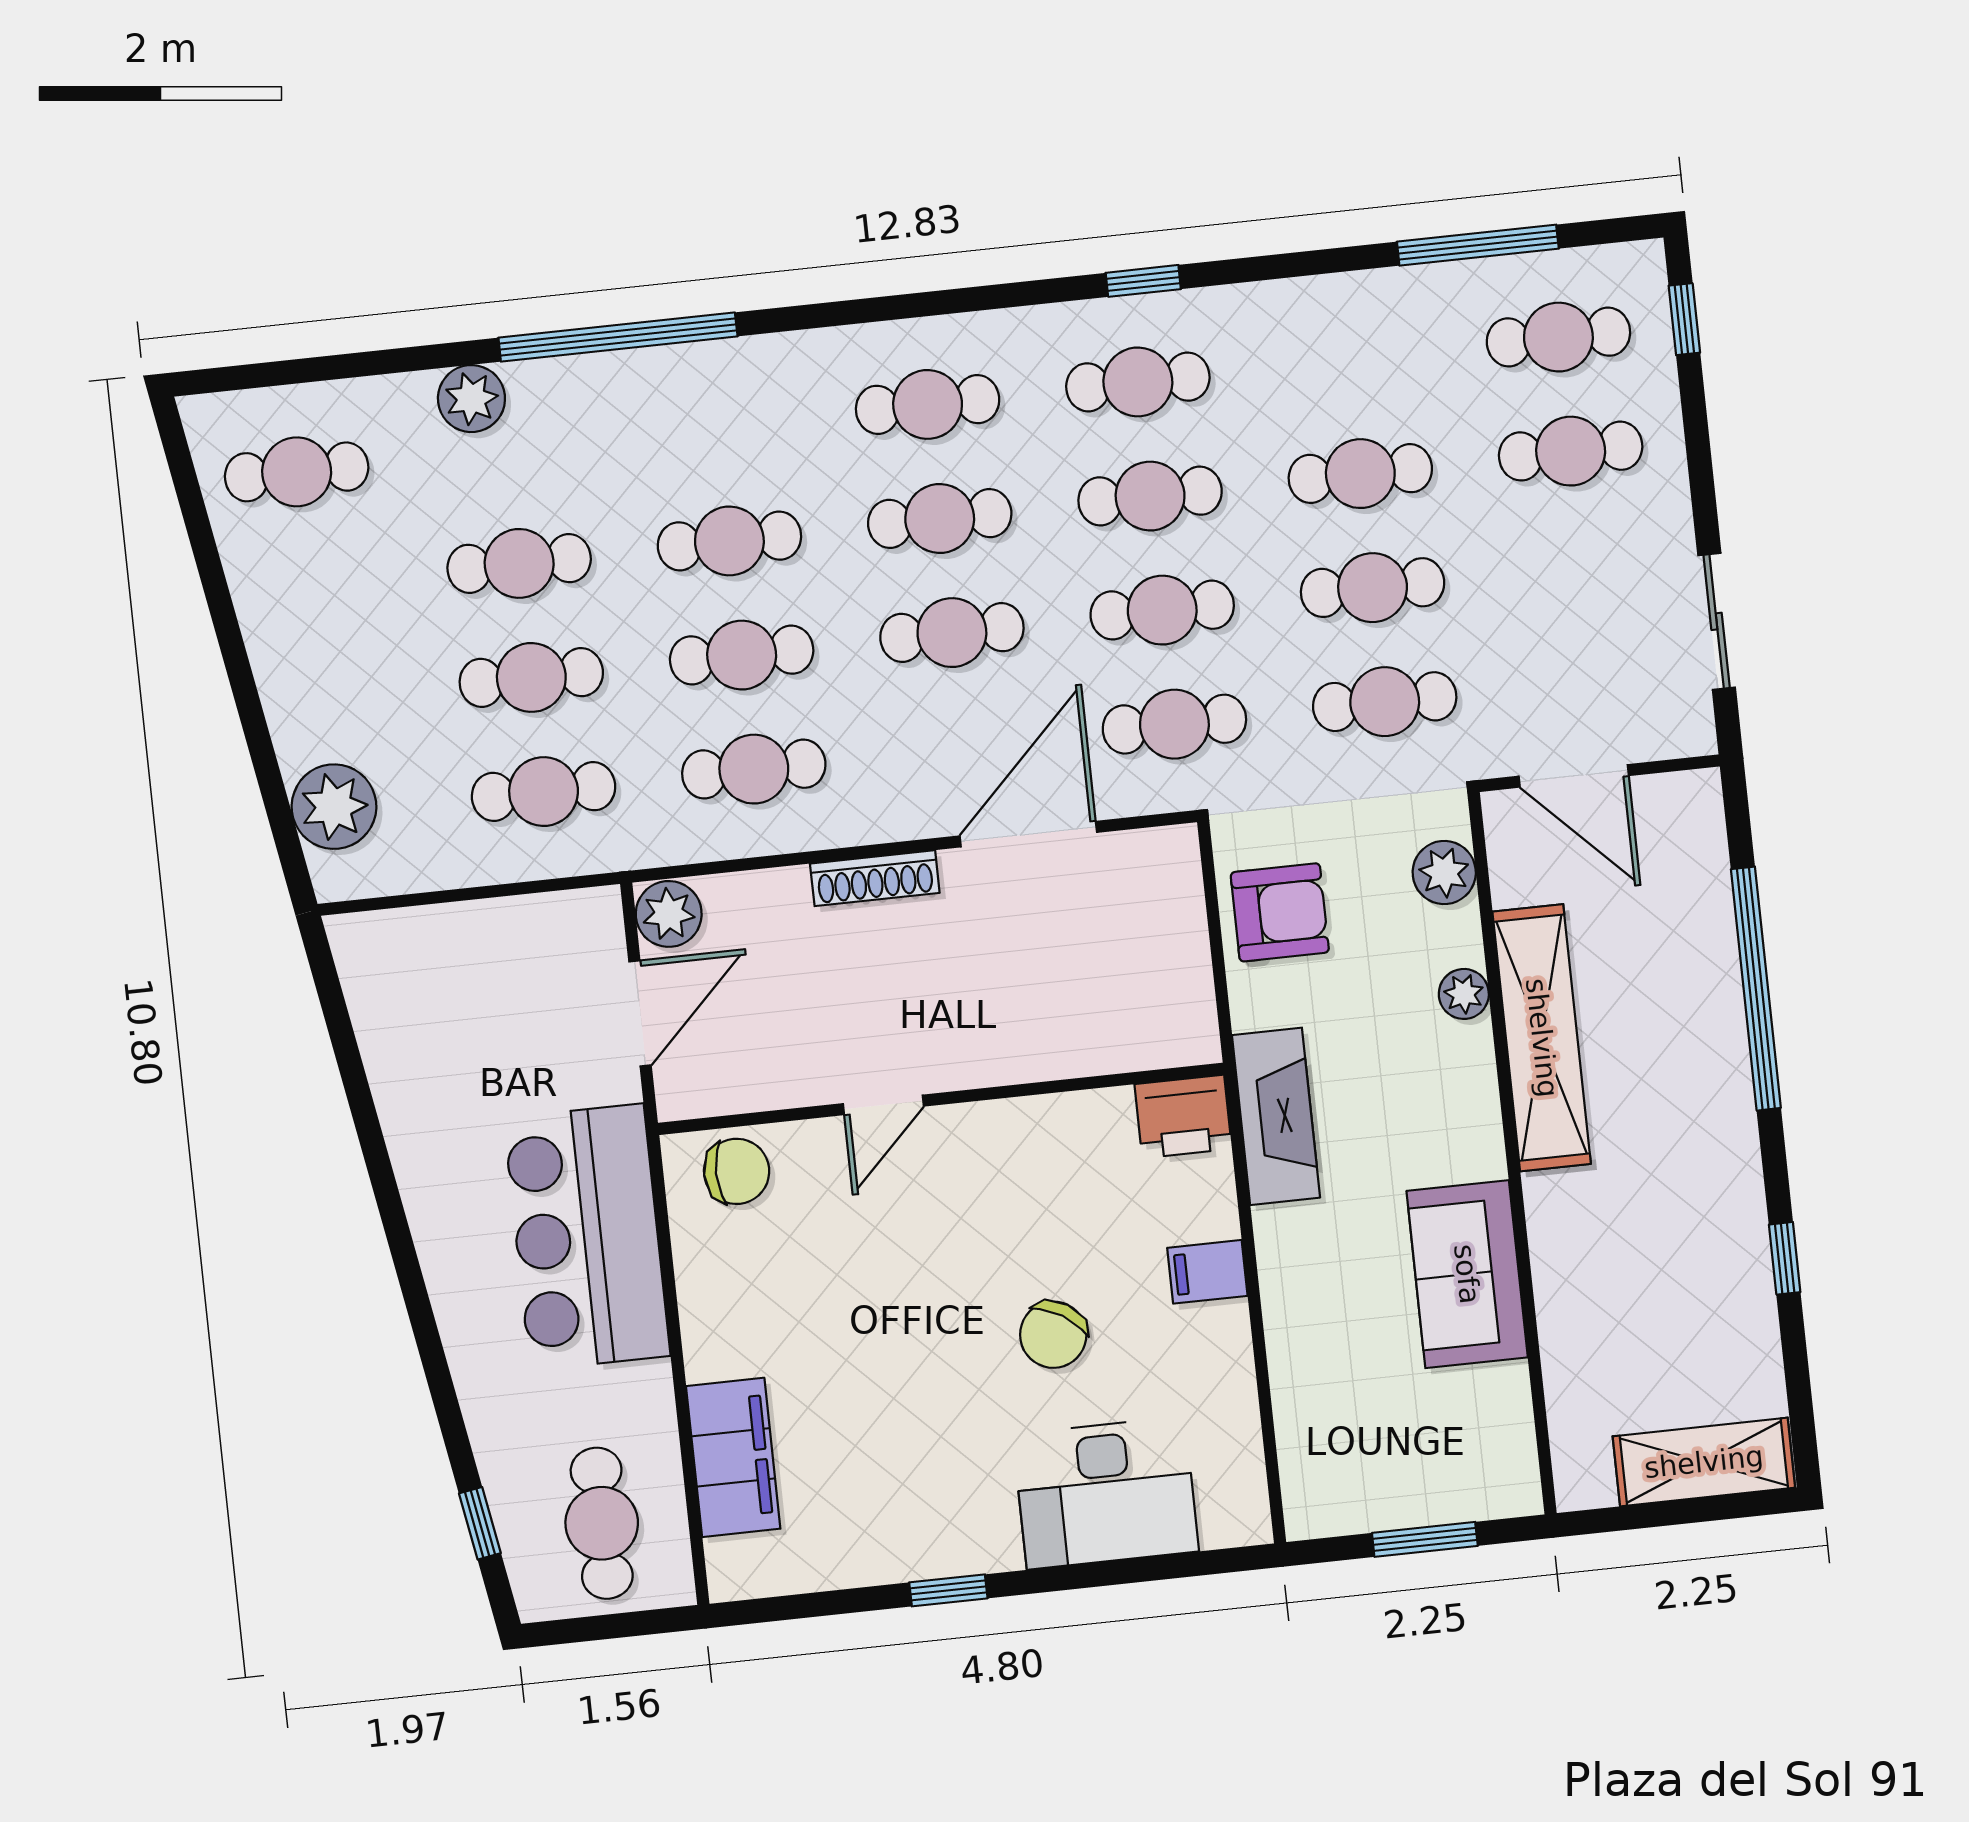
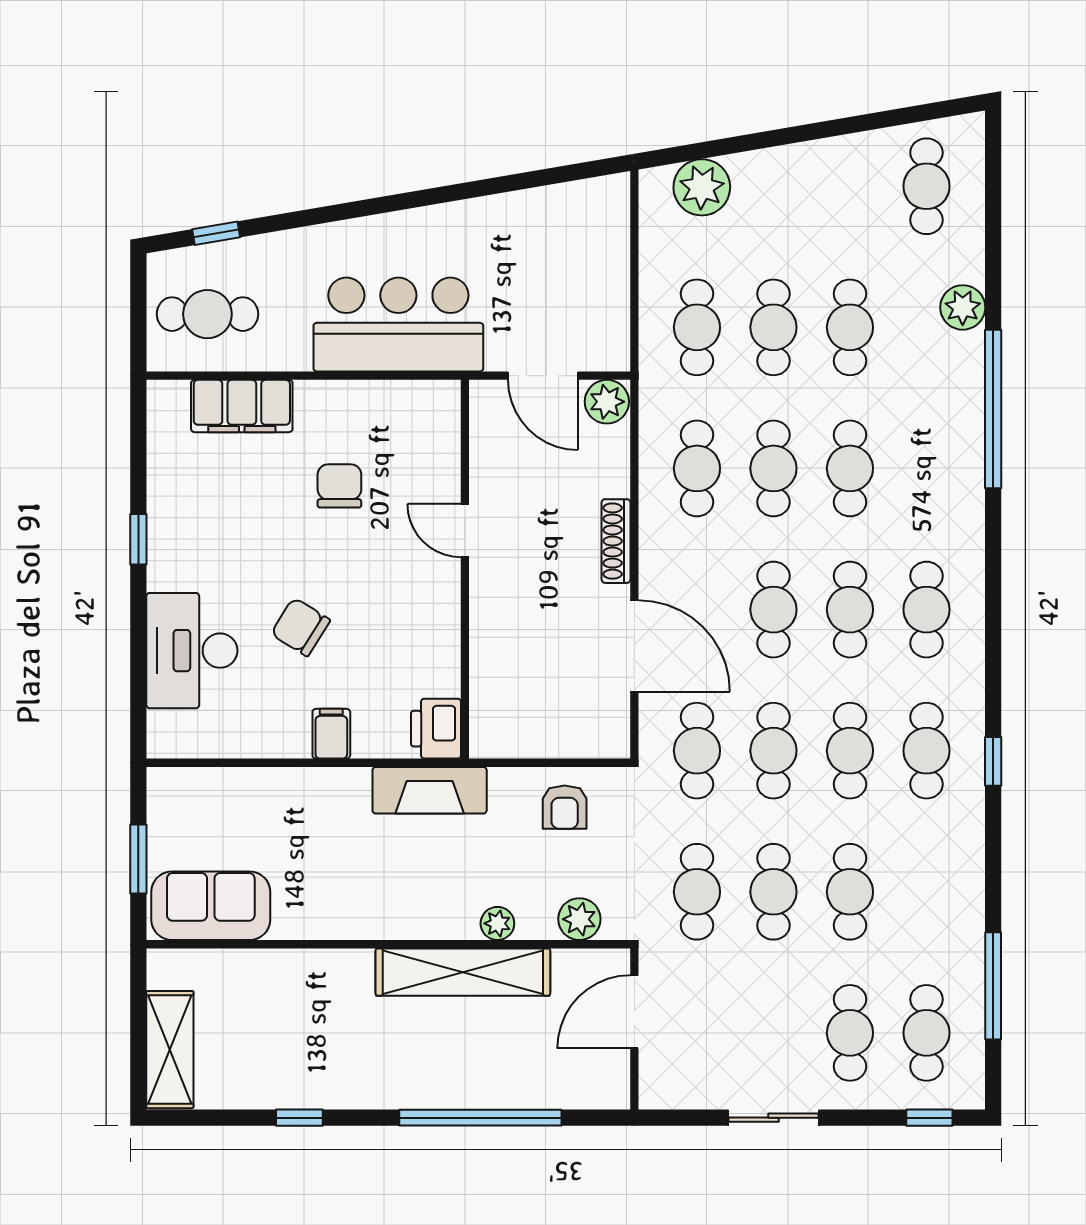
sliding door: (1717, 621) -> (773, 1118), moved
armchair: (1280, 912) -> (565, 807), width x0.72, depth x0.72
chair: (737, 1171) -> (339, 486), moved, turned 180
sofa: (1467, 1274) -> (211, 906), moved

